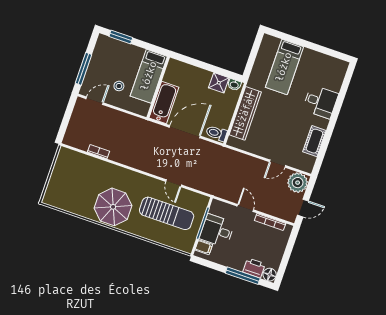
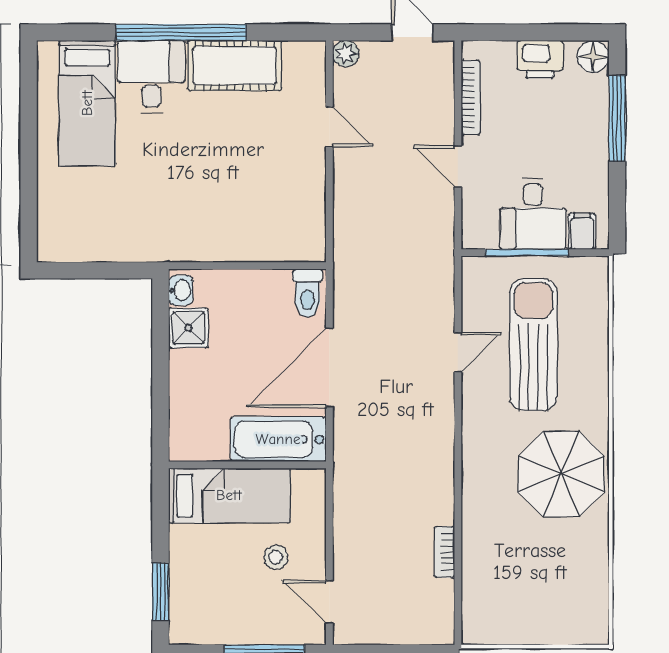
bed: (284, 67) -> (87, 103), moved, turned 90
wardrobe: (245, 113) -> (238, 242), removed
window: (334, 119) -> (181, 32), added
door: (185, 132) -> (329, 368), hinge flipped
cot: (314, 141) -> (235, 66), width x1.37, depth x1.34
plant: (298, 183) -> (346, 54), width x0.53, depth x0.53
door: (245, 208) -> (458, 166), hinge flipped
printer: (254, 268) -> (540, 59), moved, turned -90

